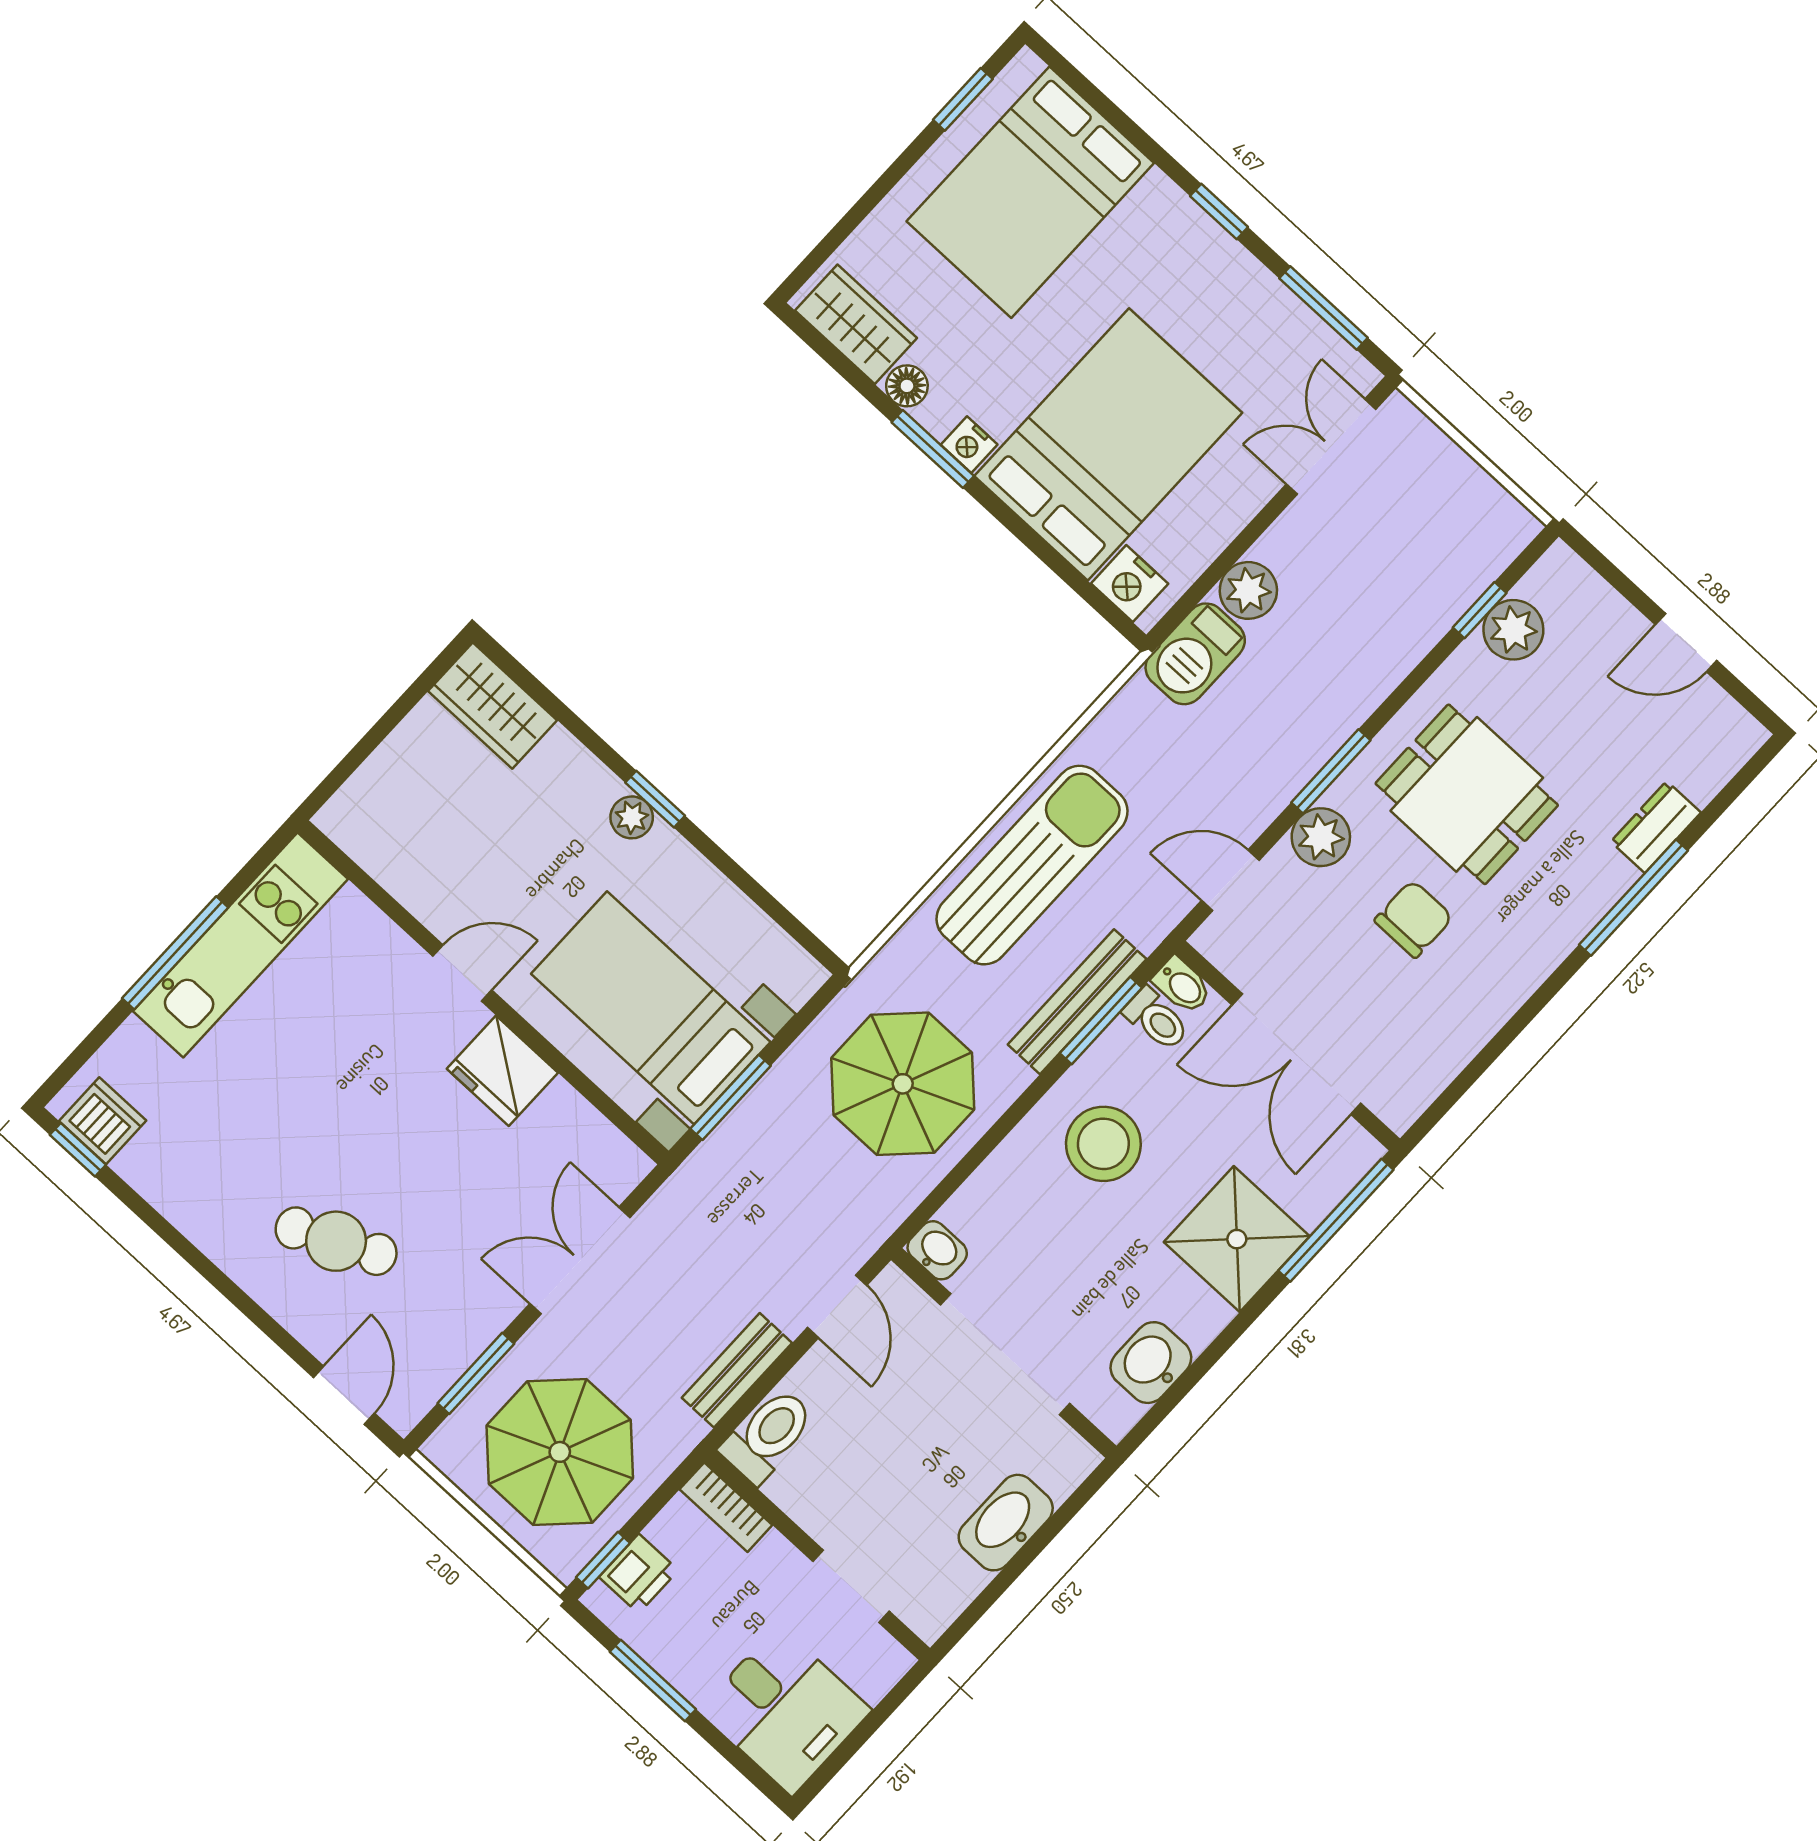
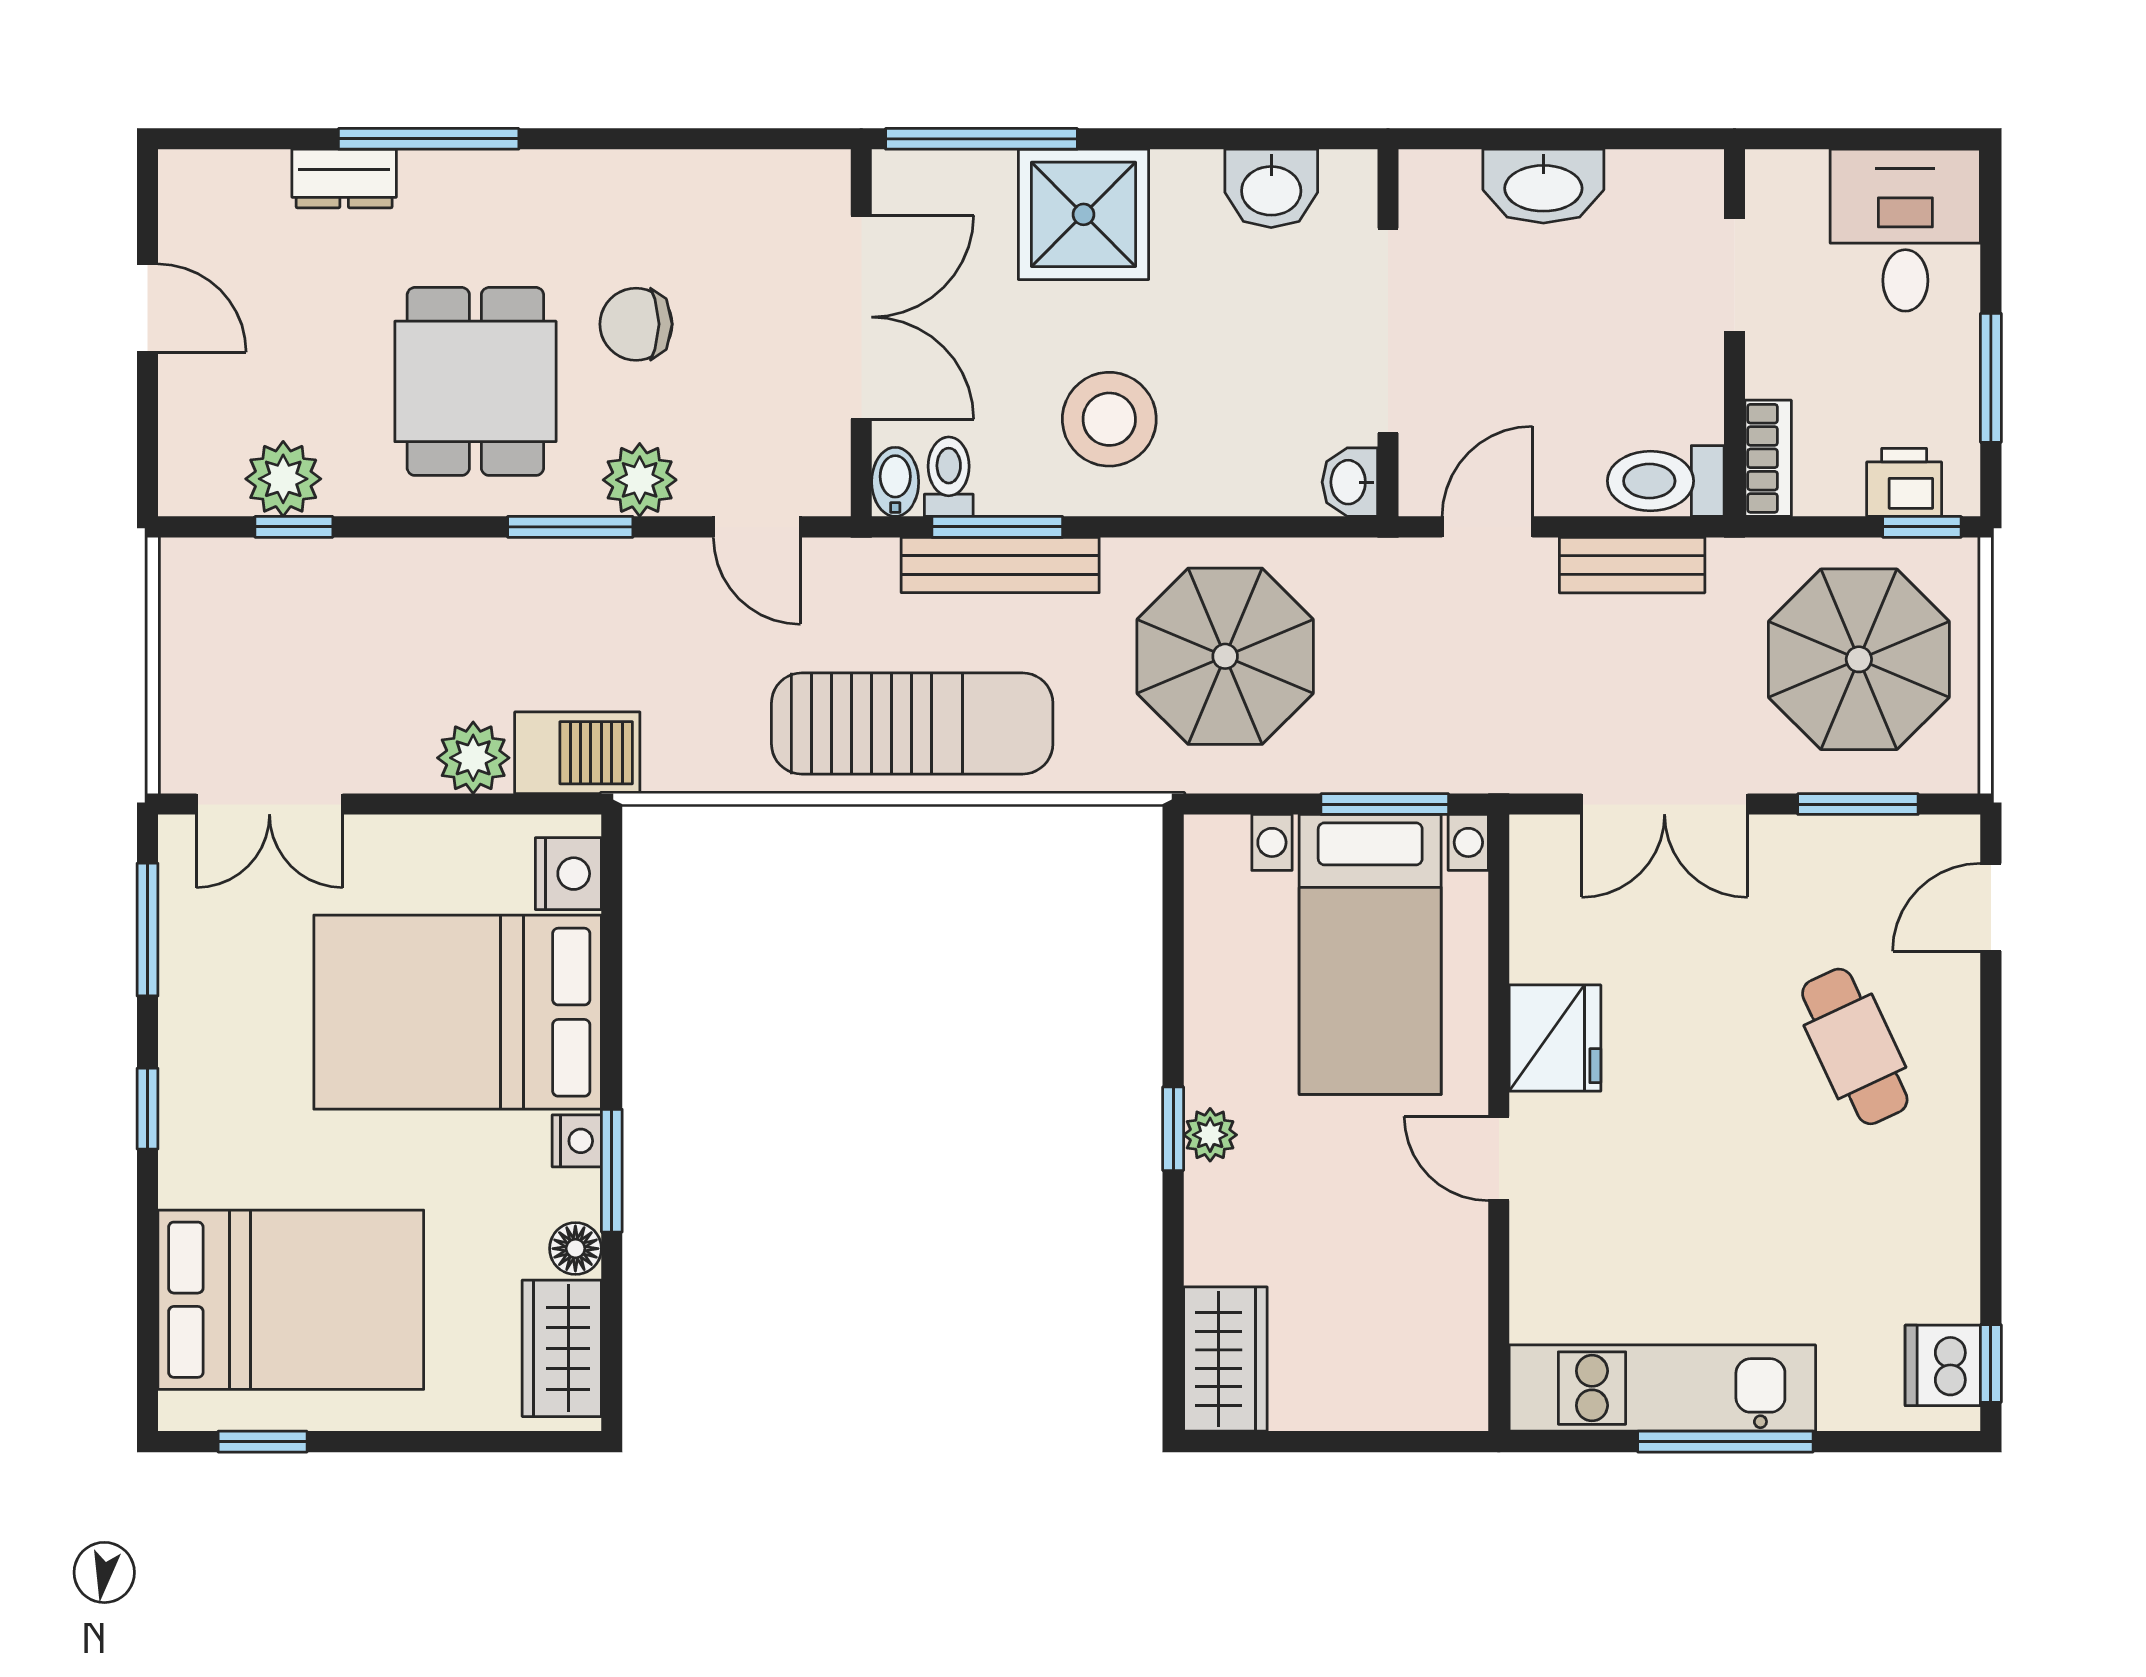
sun lounger: (1032, 865) -> (912, 723), turned 180

